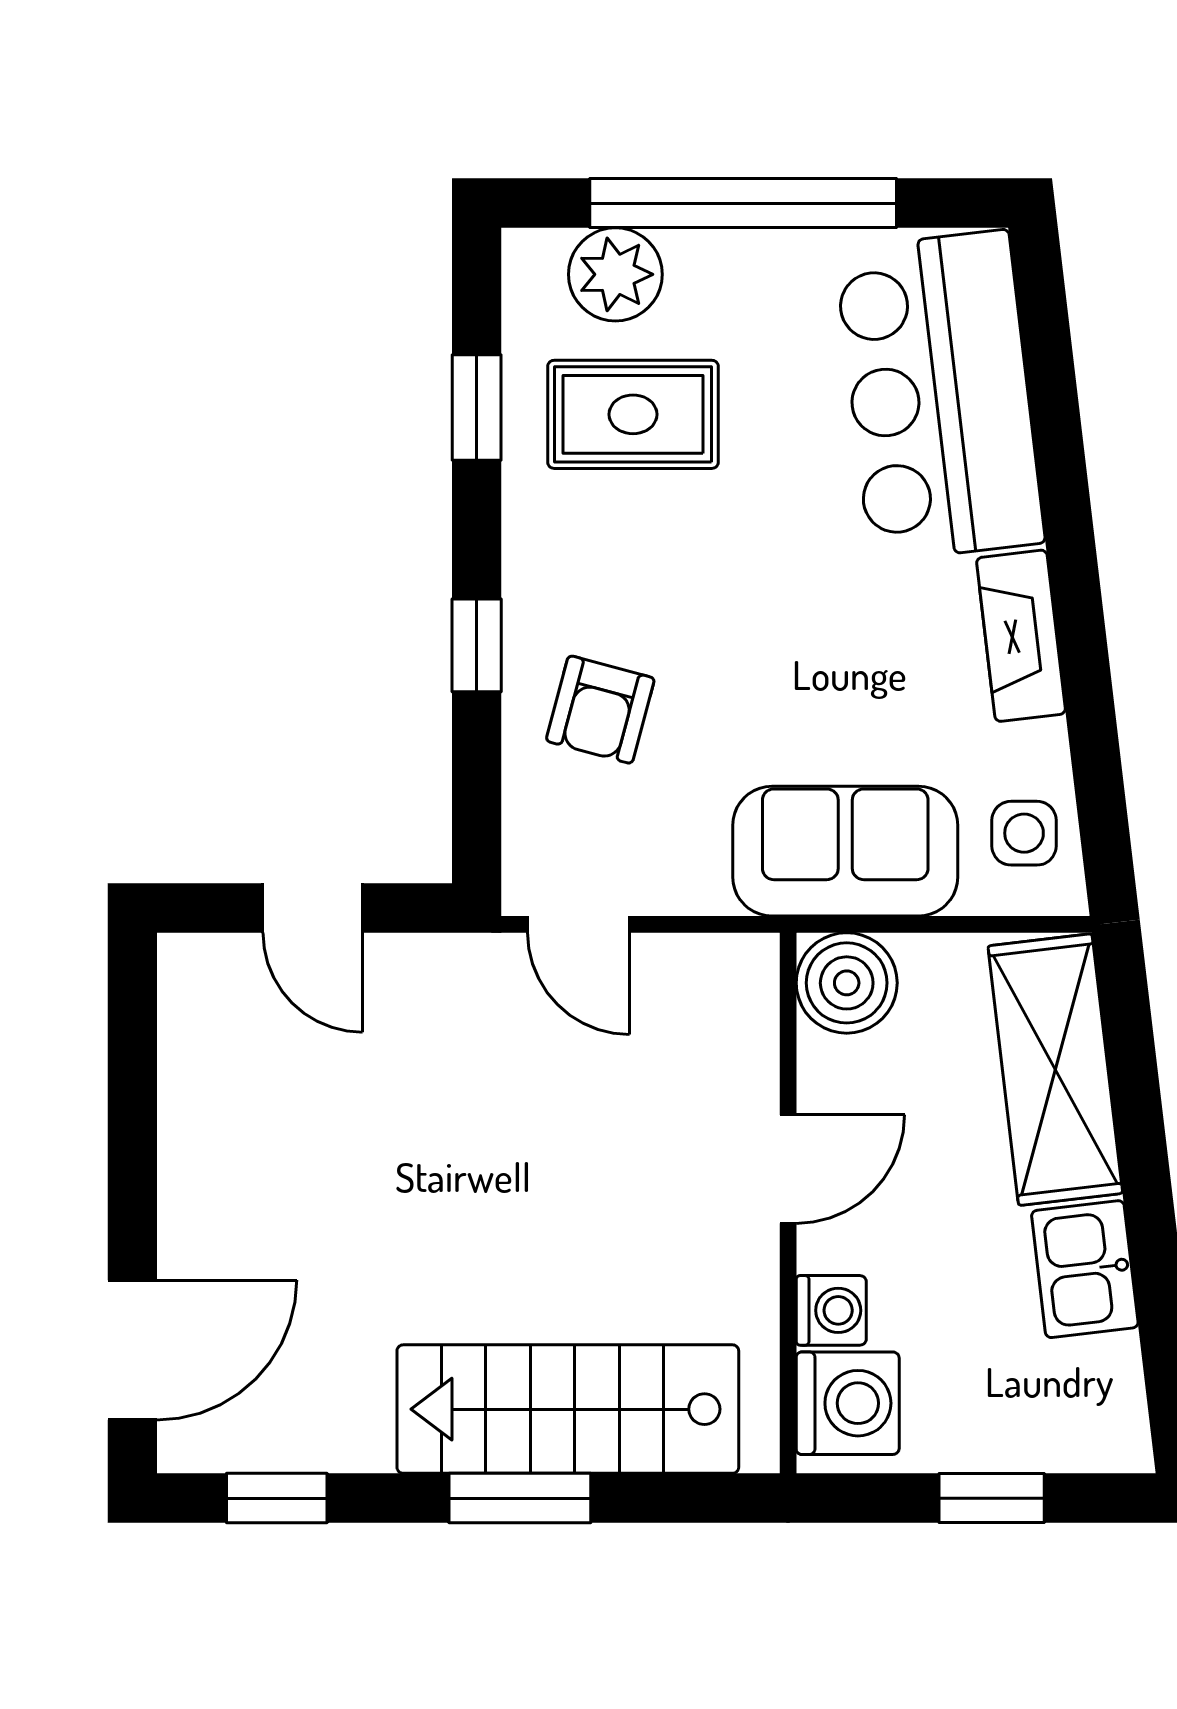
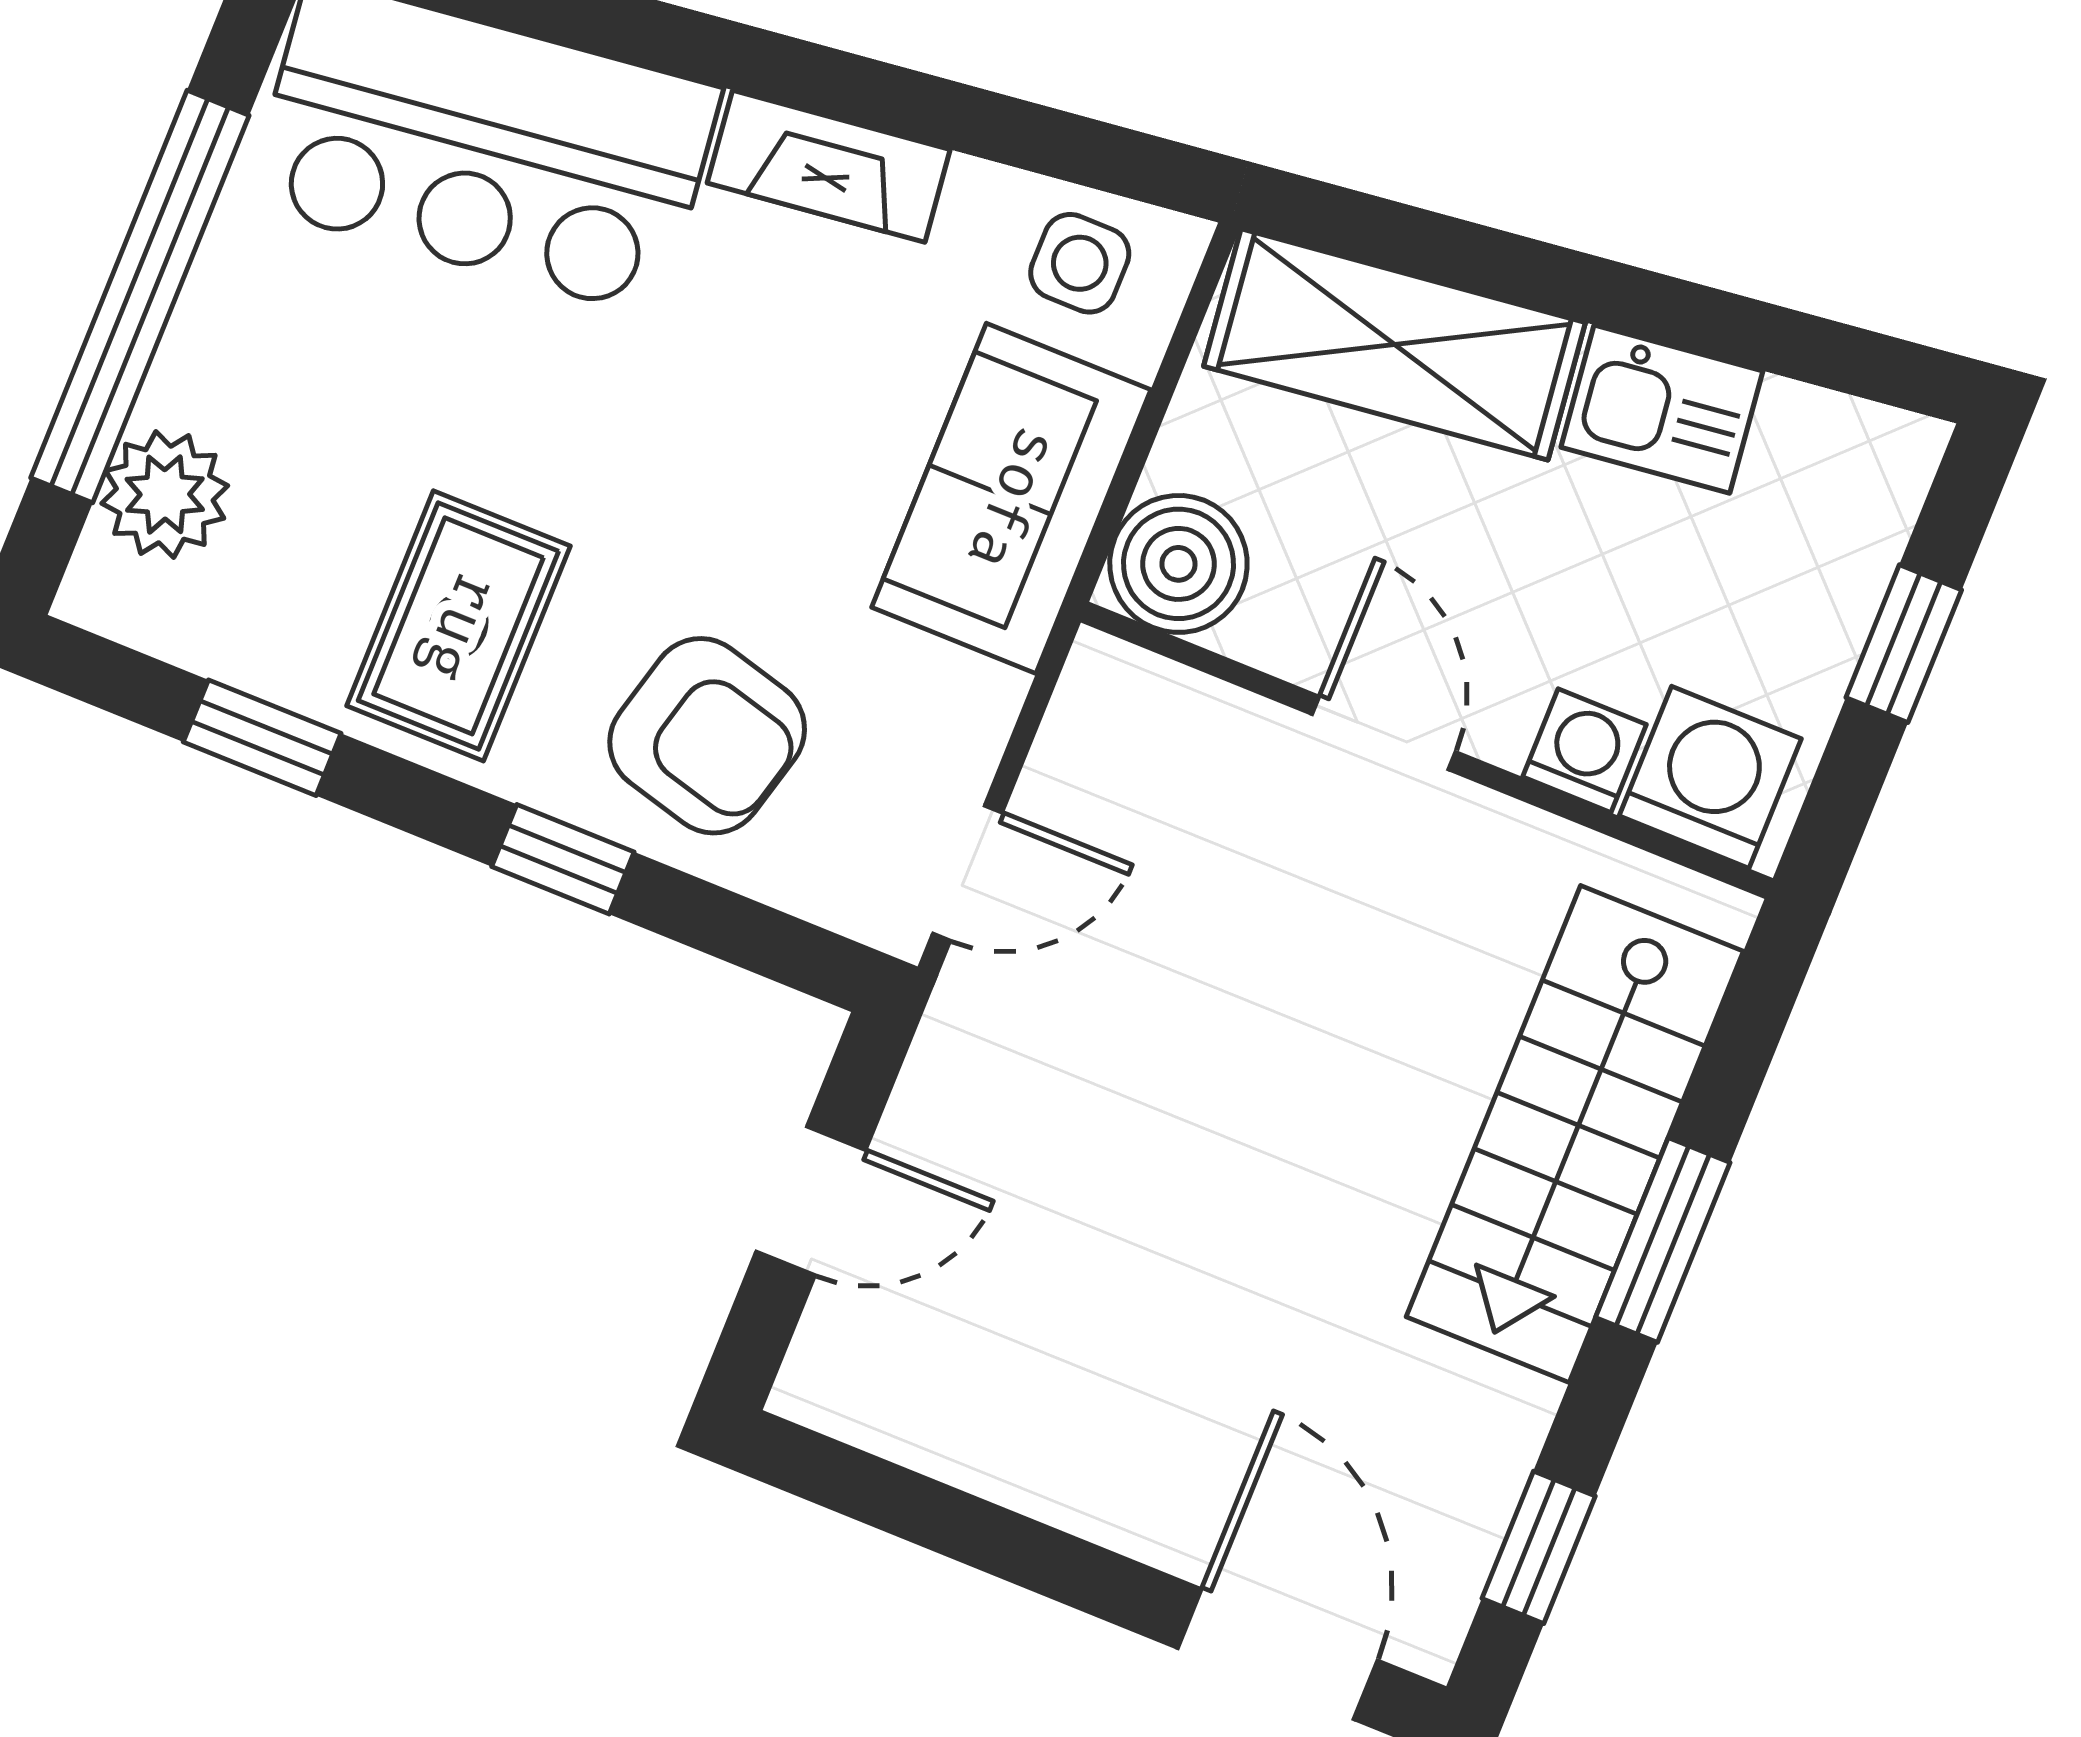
rug: (633, 414) -> (458, 626), moved
armchair: (600, 710) -> (707, 736), width x1.38, depth x1.38

